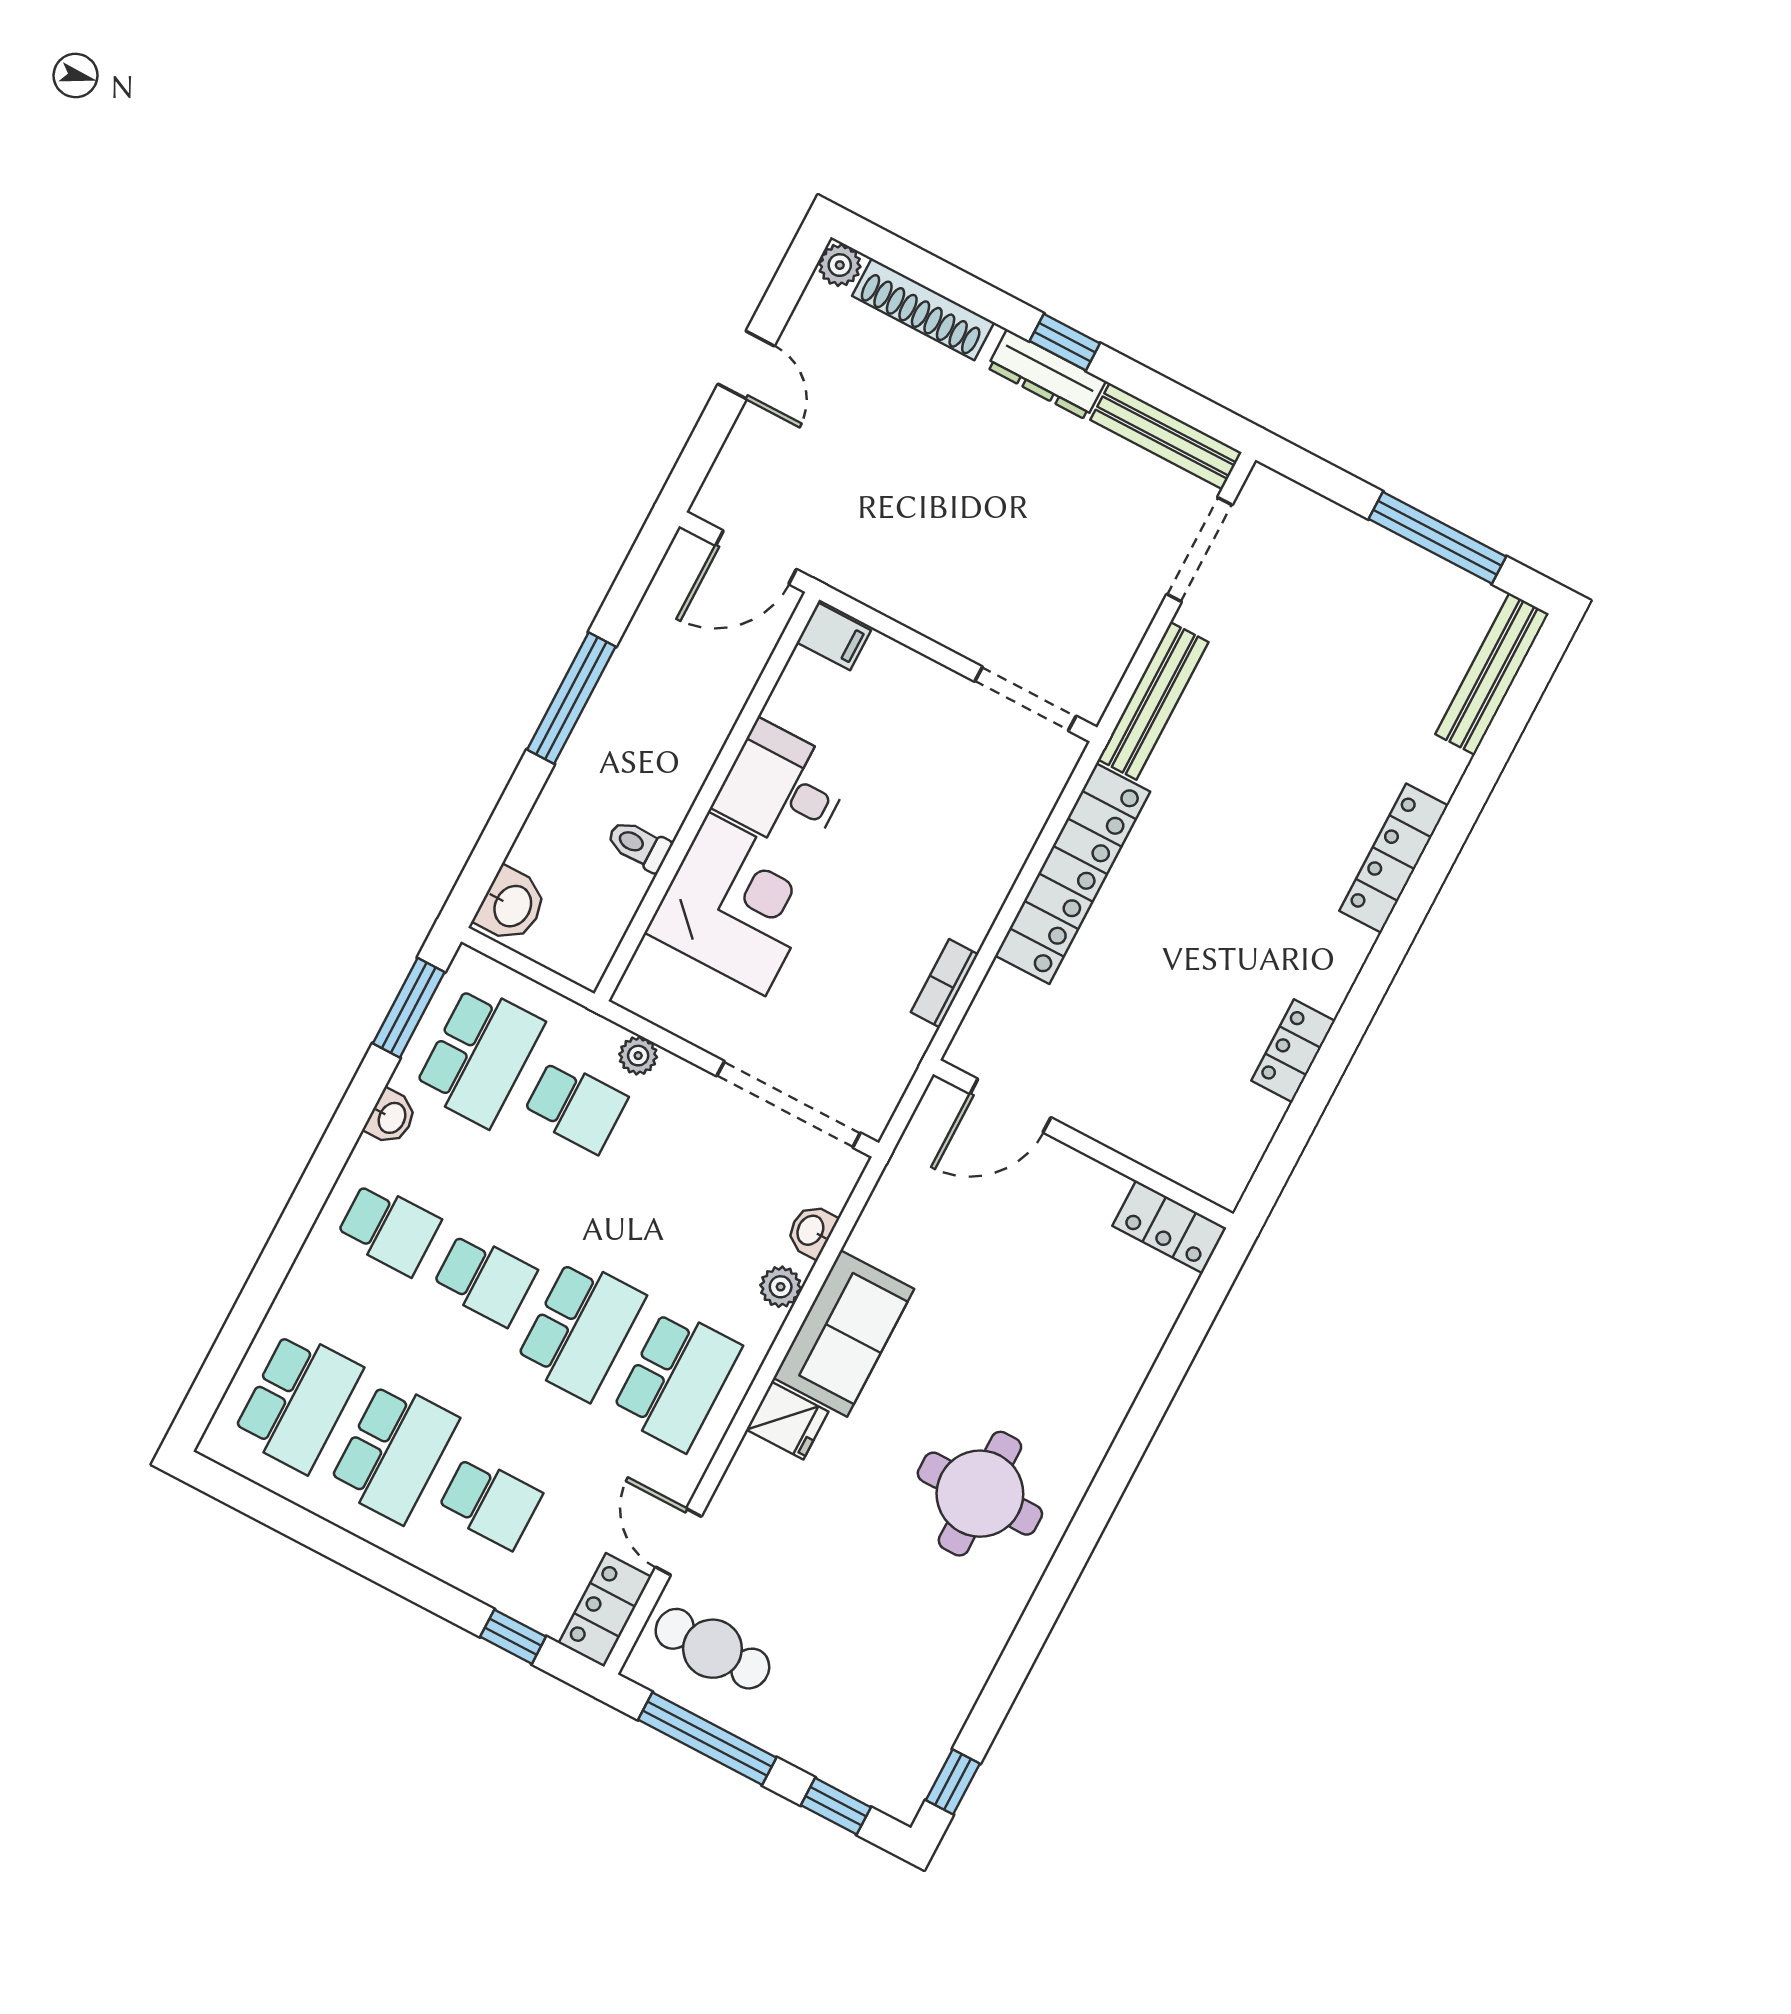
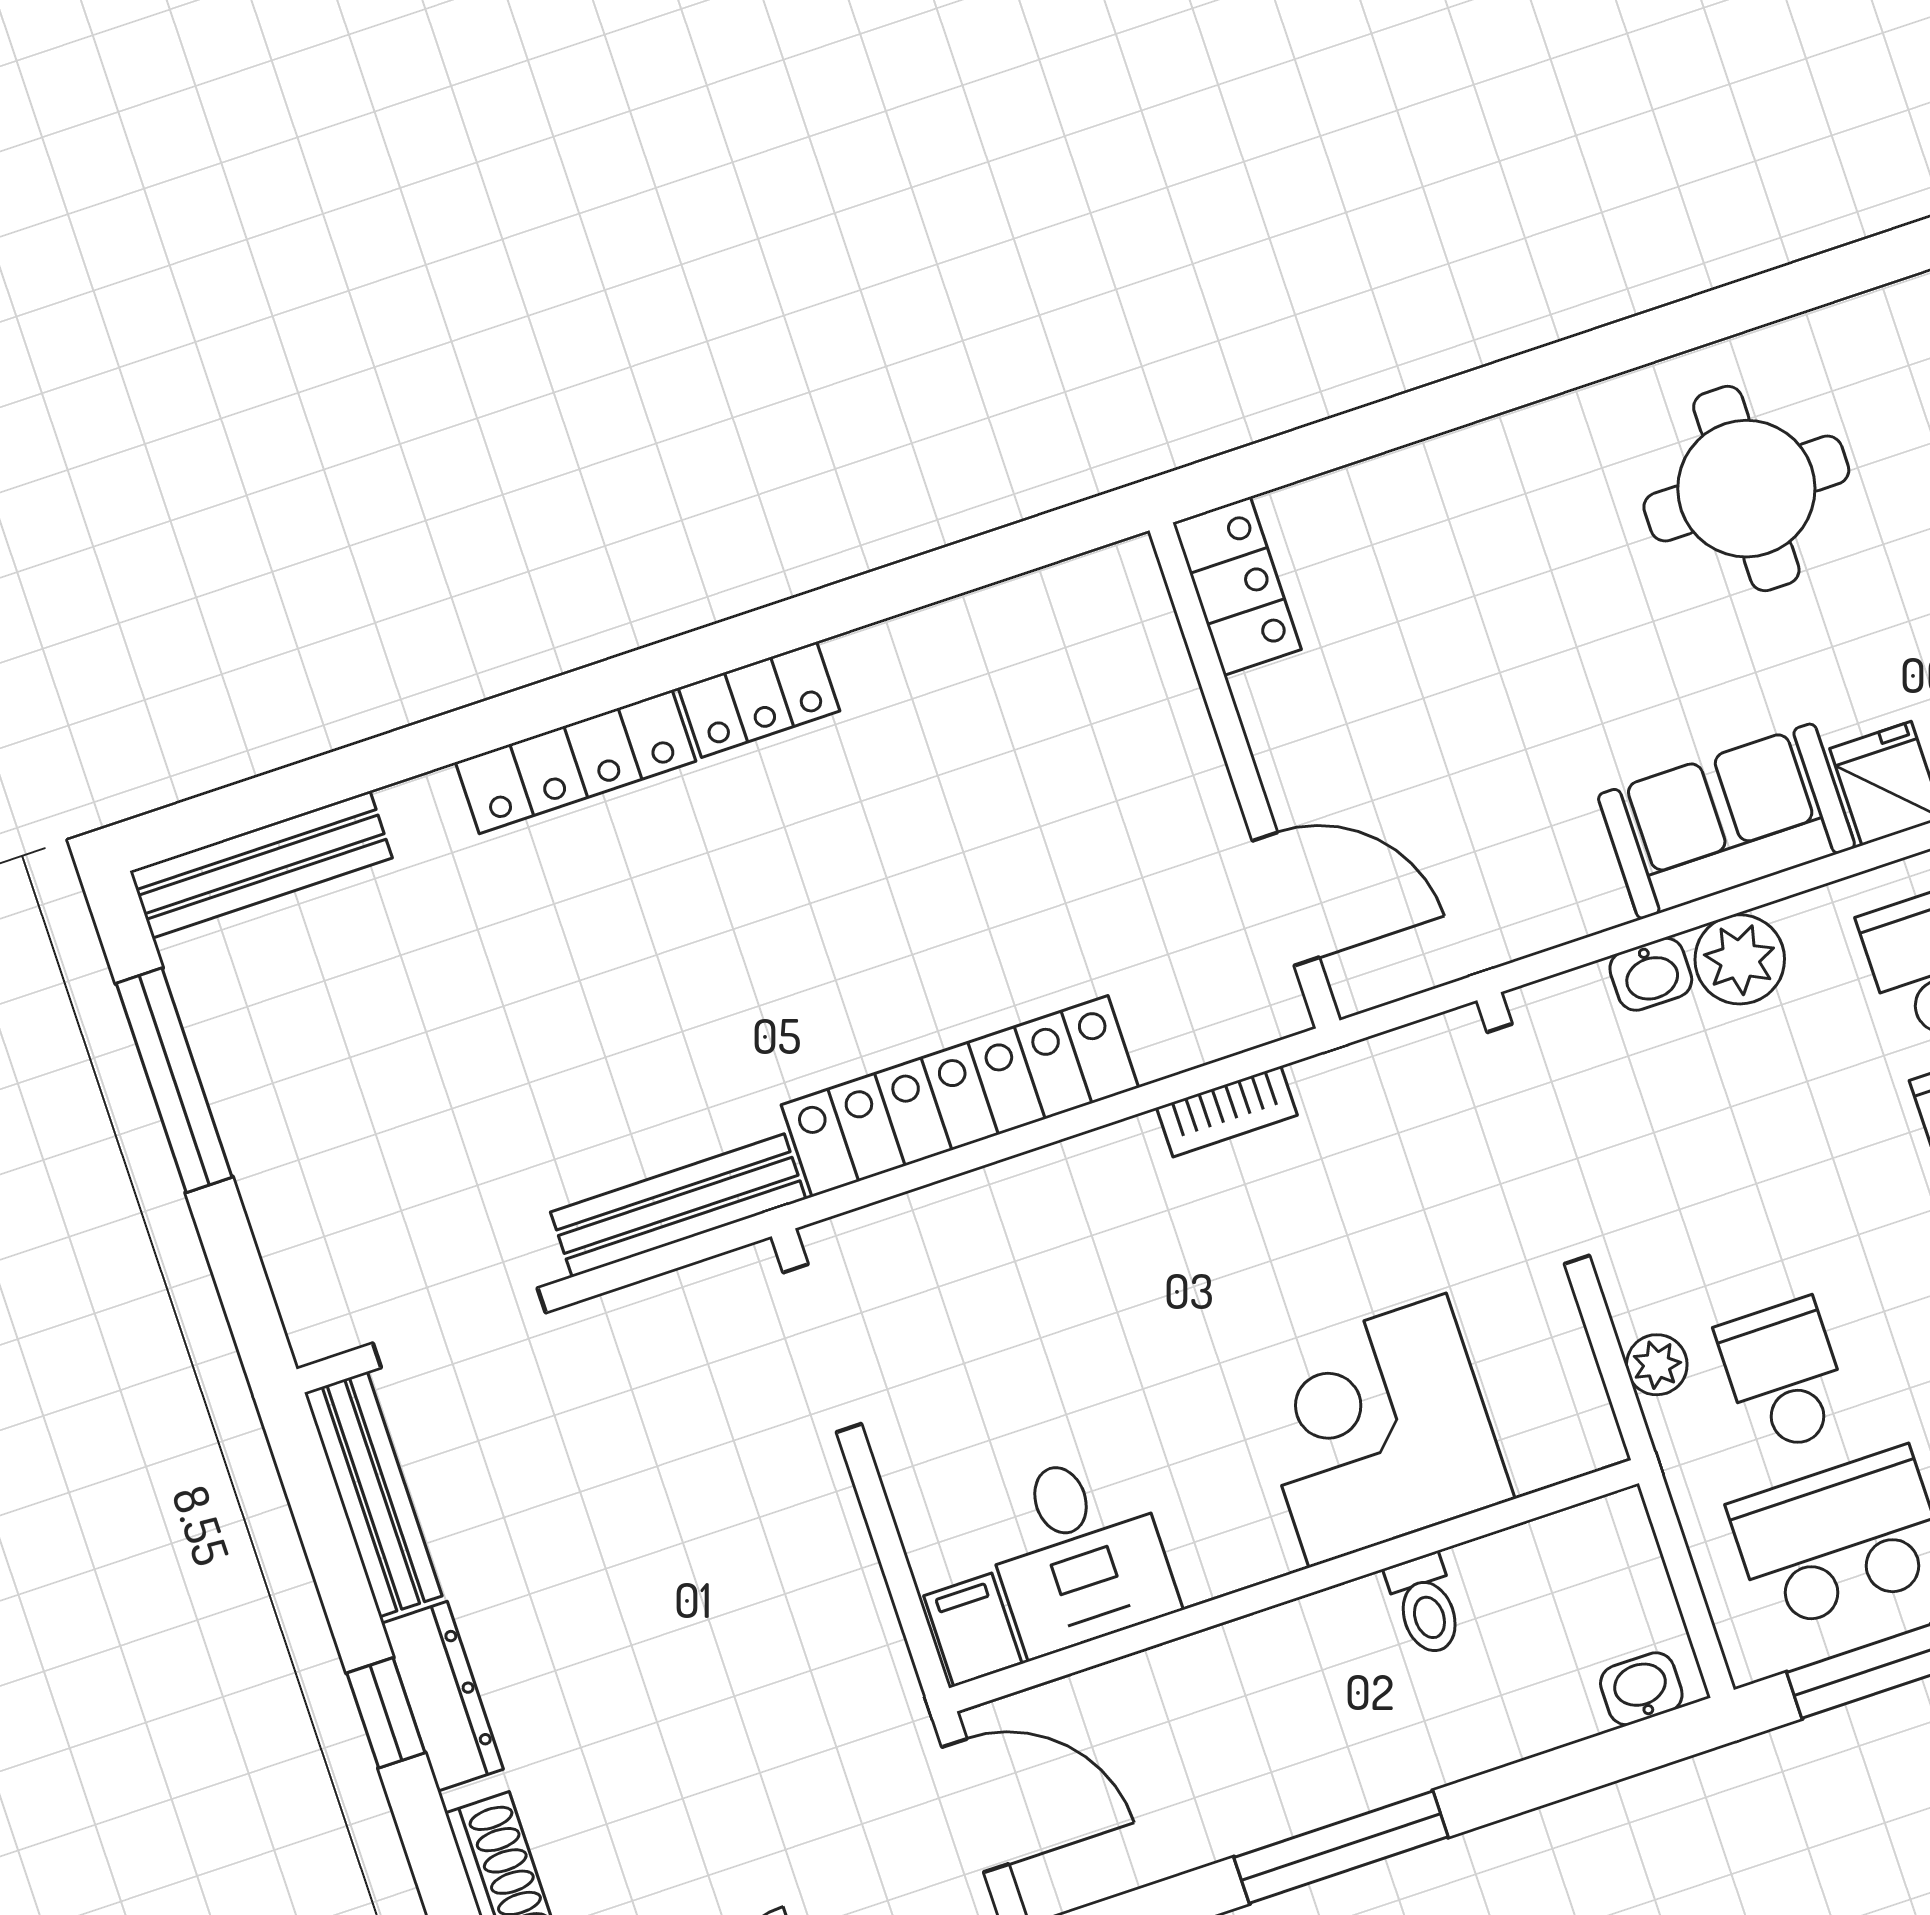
desk: (783, 788) -> (1078, 1552), moved
washbasin: (511, 905) -> (1641, 1689), width x0.72, depth x0.69
locker: (1293, 1051) -> (759, 699), moved
plant: (781, 1287) -> (1740, 959), width x1.38, depth x1.38

